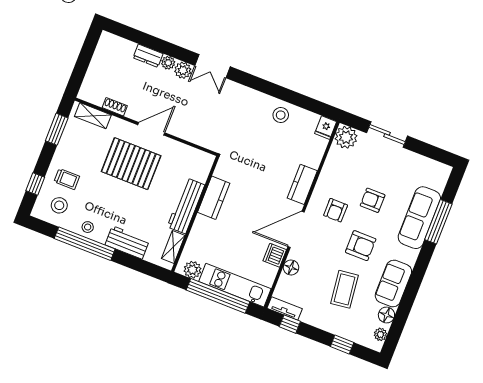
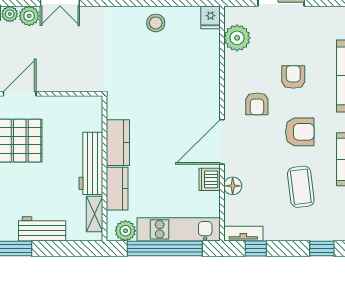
plant: (346, 137) -> (237, 38), moved
kitchen counter: (302, 184) -> (117, 189), moved, turned 180
armchair: (373, 200) -> (293, 77), turned 90

